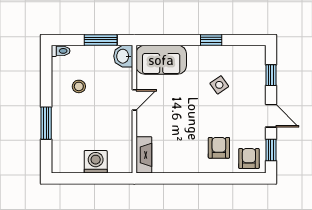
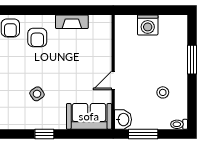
fireplace: (144, 155) -> (72, 22), moved, turned -90

